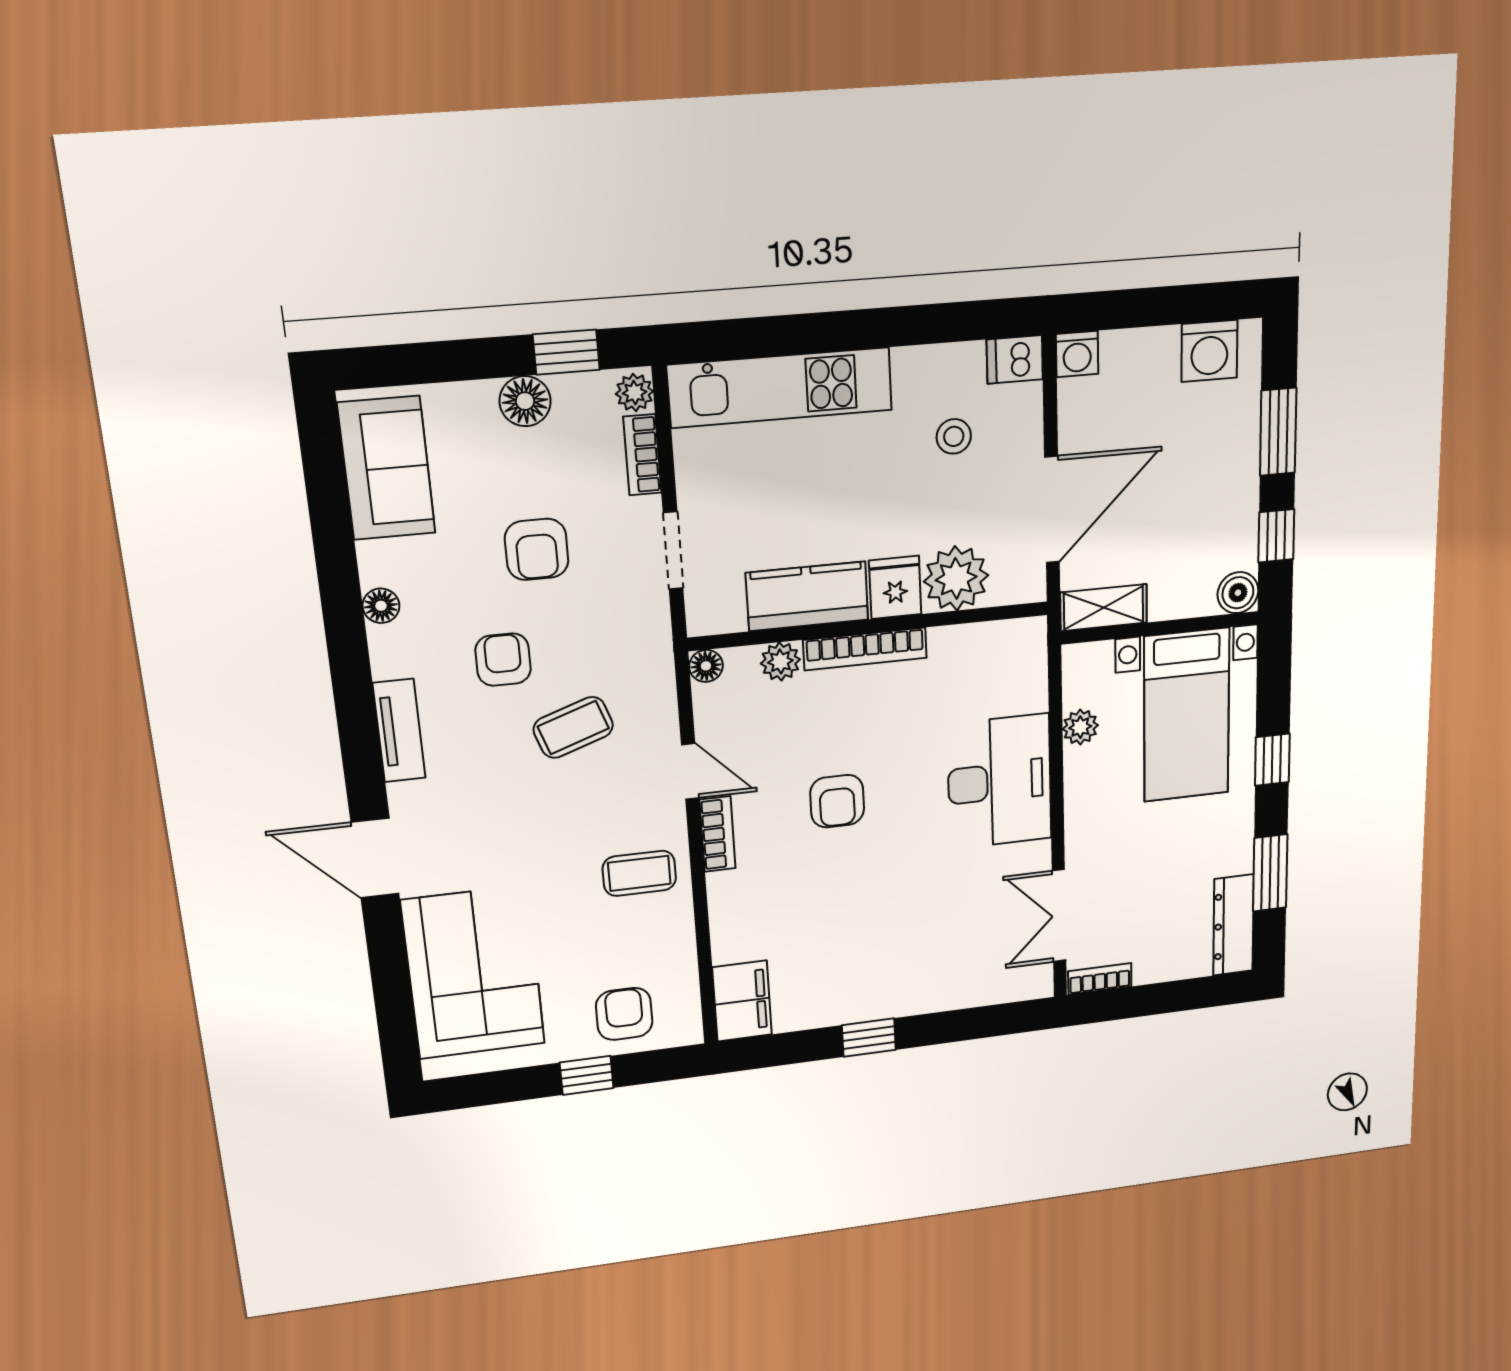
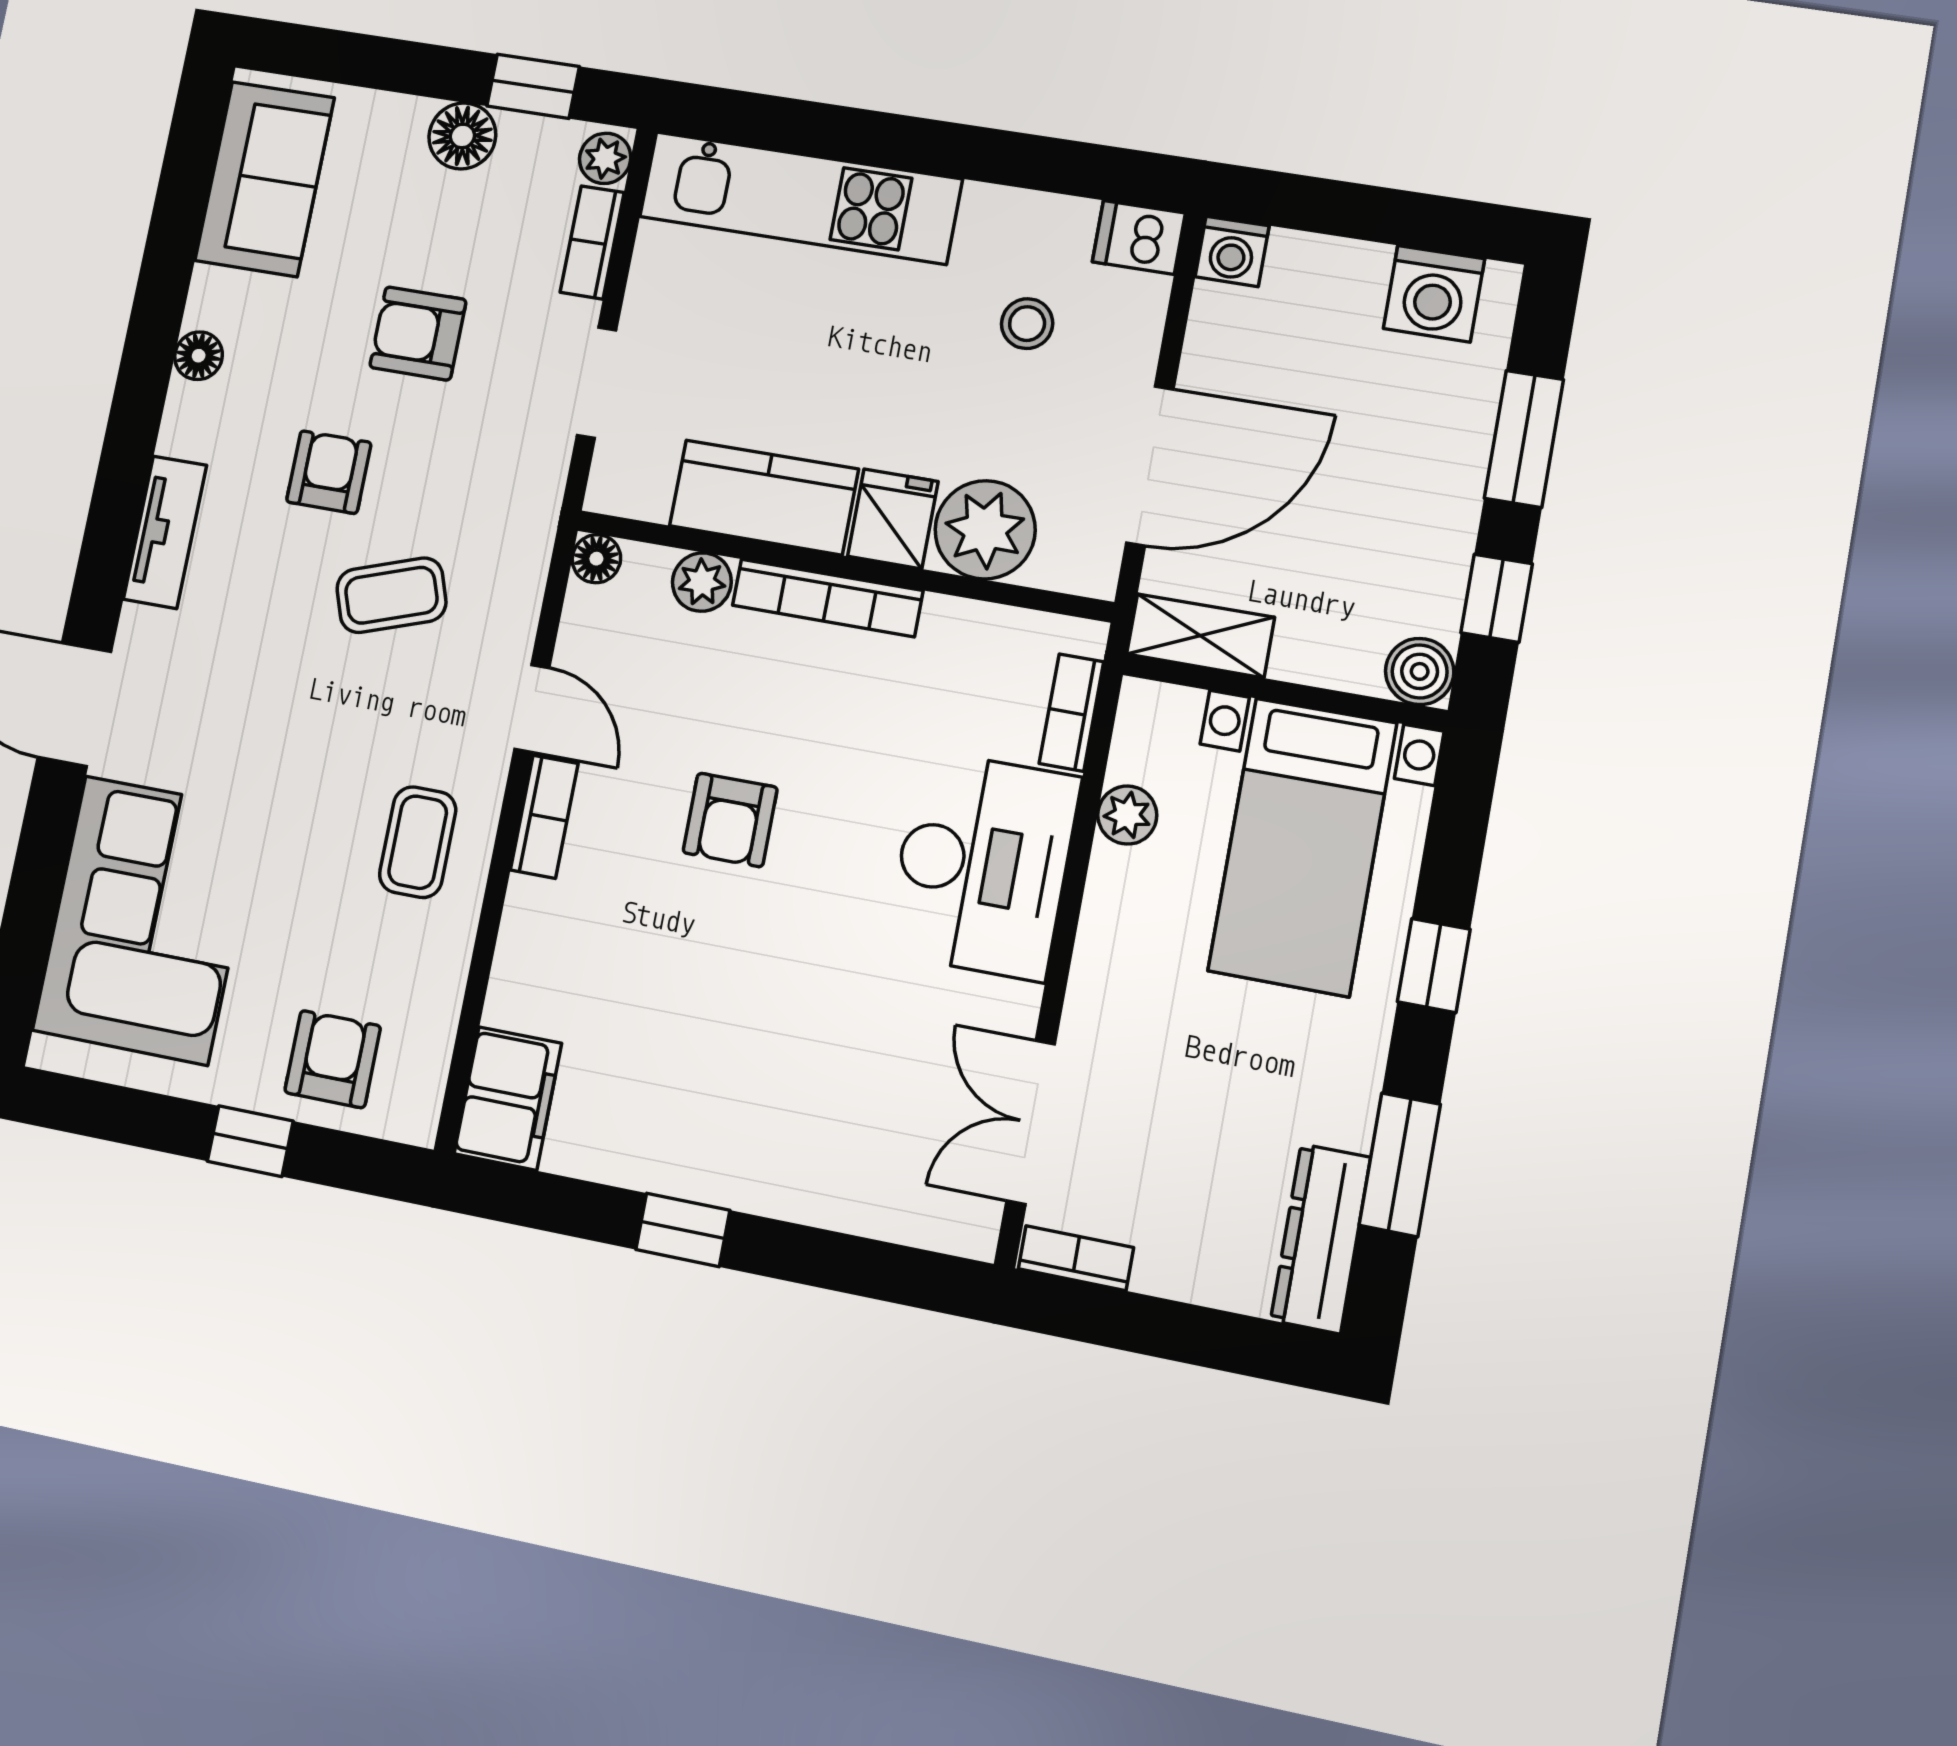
armchair: (537, 549) -> (418, 333), turned 90
bookcase: (1034, 676) -> (1071, 713), added
coffee table: (639, 873) -> (418, 842), turned 90

